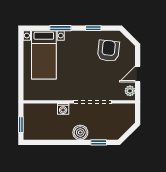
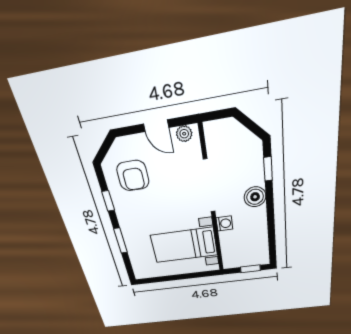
armchair: (108, 51) -> (133, 176), turned -96
bed with nightstands: (44, 55) -> (184, 245), moved, turned 180

